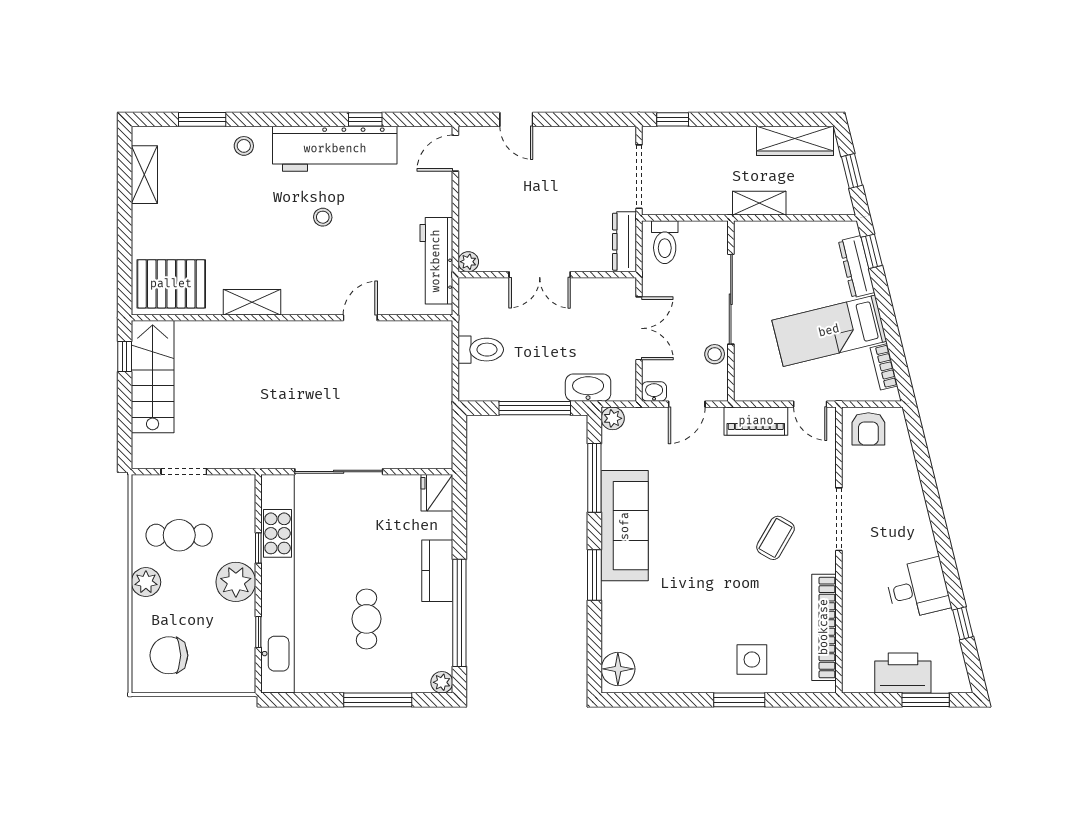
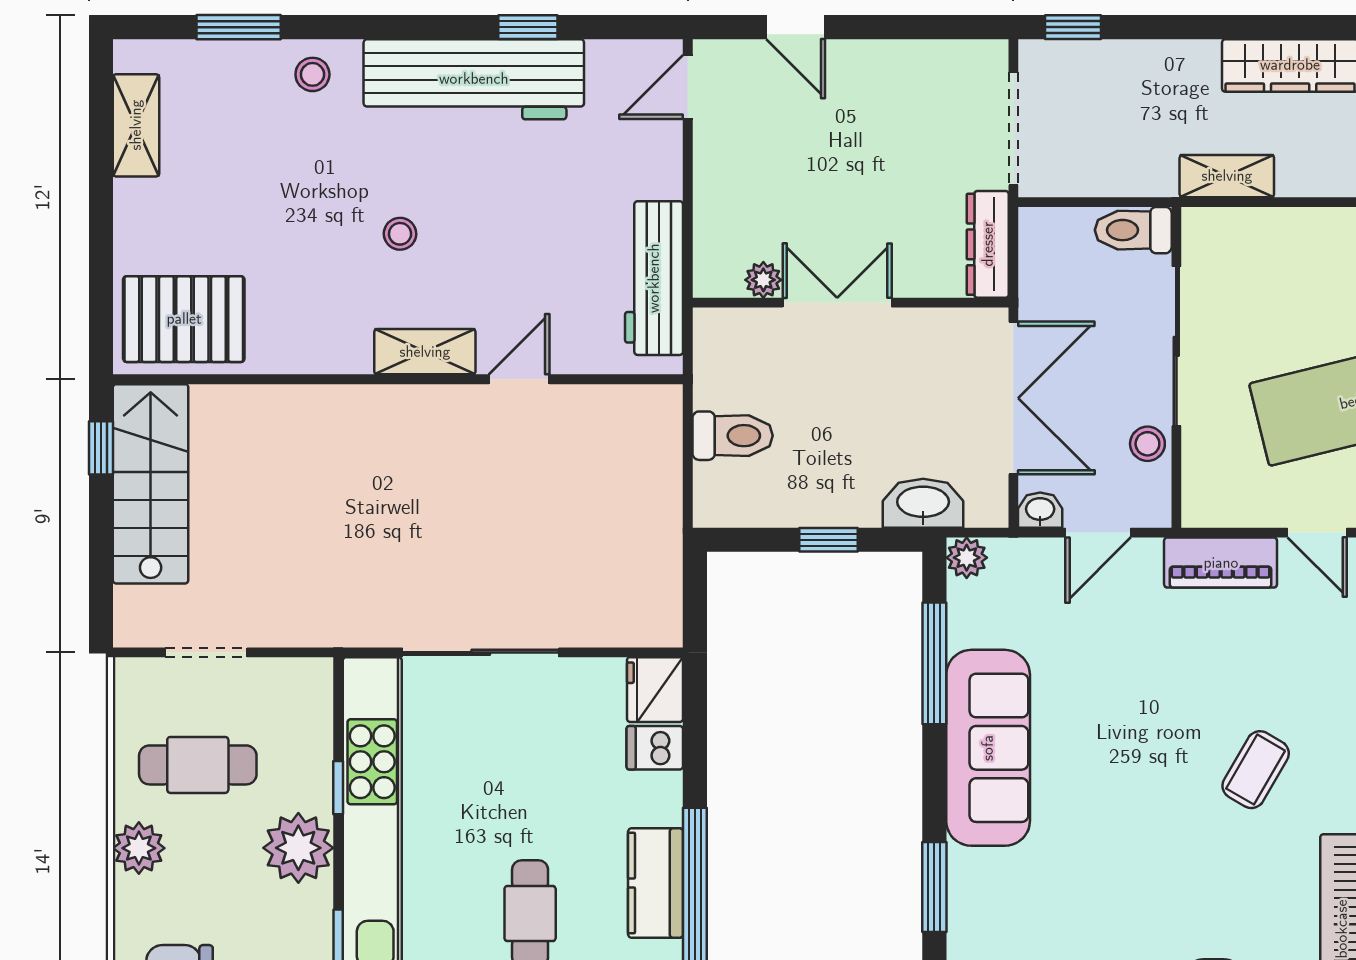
stool: (323, 217) -> (400, 234), moved
toilet: (665, 242) -> (1133, 230), moved, turned 90
plant: (468, 262) -> (763, 280), moved
double door: (540, 275) -> (837, 303), swing flipped
shelving: (252, 302) -> (425, 352), moved
double door: (639, 328) -> (1013, 398), width x1.37
window: (535, 408) -> (828, 540), width x0.46
dishwasher: (437, 525) -> (655, 748), added
kitchen counter: (437, 571) -> (656, 883), moved
window: (594, 575) -> (934, 887), moved

